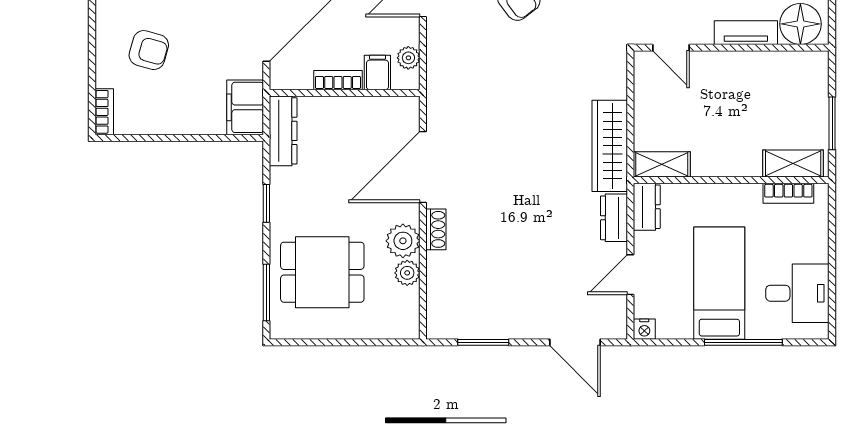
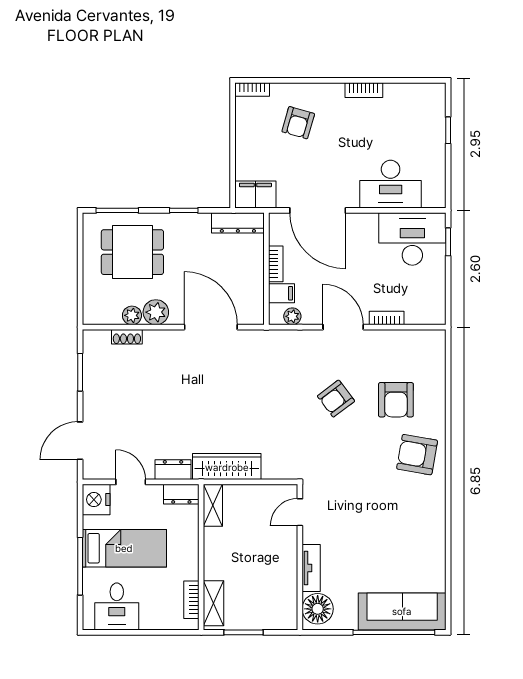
shoe rack: (436, 229) -> (127, 337), moved
dining table: (322, 272) -> (132, 252), turned 90
nightstand: (644, 329) -> (96, 500), width x1.89, depth x1.79

